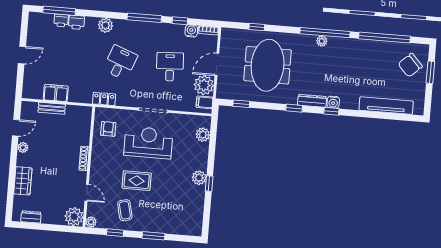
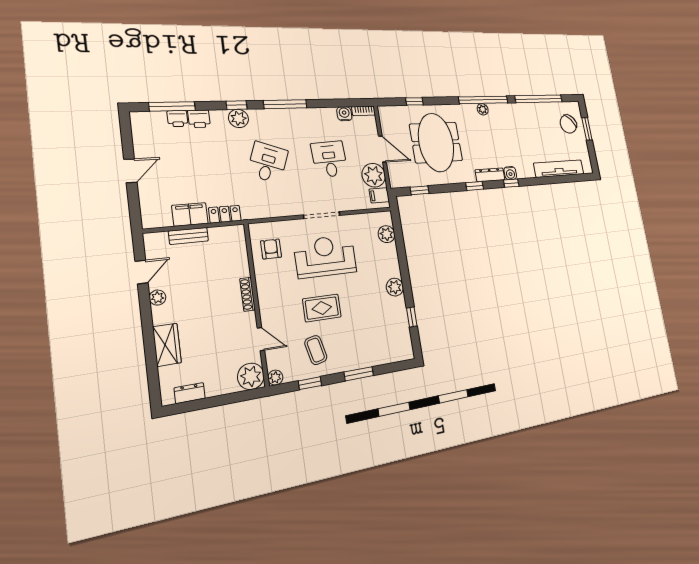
window: (180, 21) -> (237, 105), moved
door: (217, 64) -> (382, 149), swing flipped
locker: (104, 99) -> (225, 214), moved
window: (209, 184) -> (412, 317), moved

